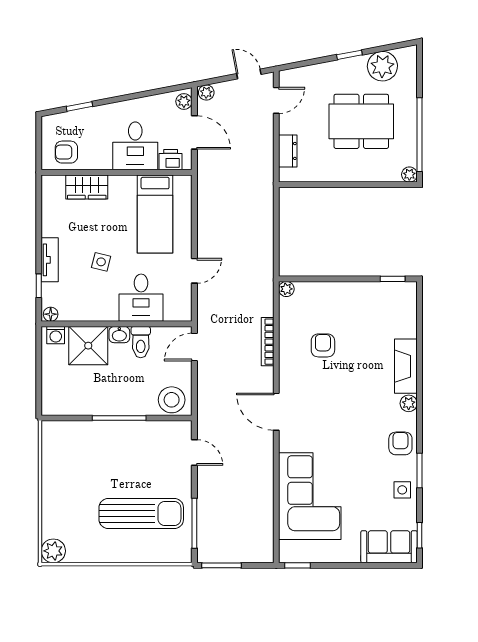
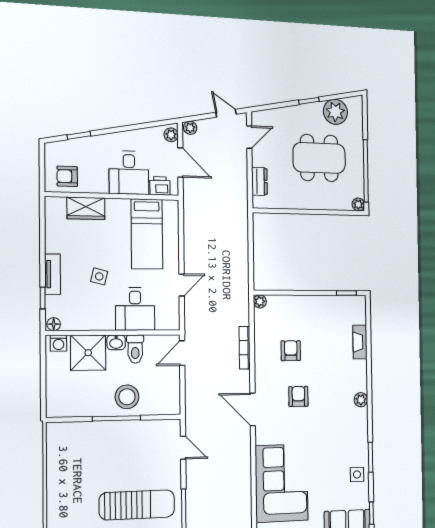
fireplace: (406, 366) -> (360, 342), moved, width x0.73, depth x0.76
stool: (172, 400) -> (127, 397), moved
armchair: (400, 443) -> (298, 396), moved

